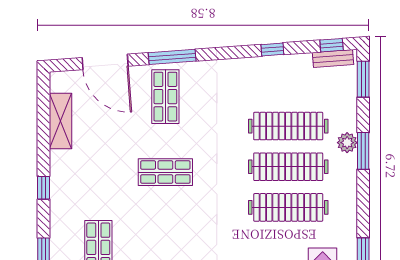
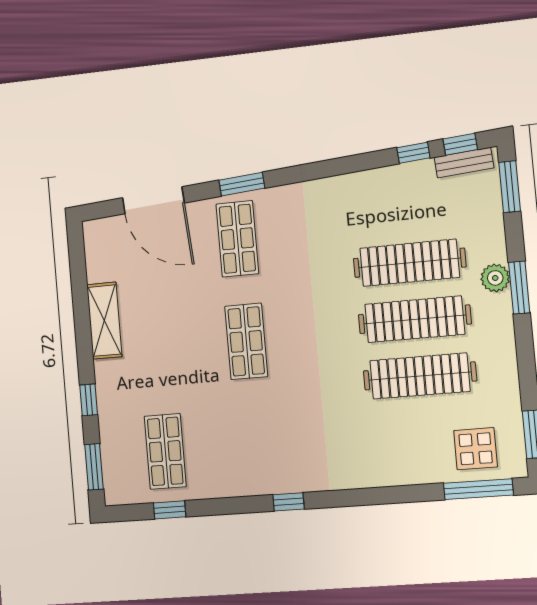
window: (272, 50) -> (413, 153), moved
window: (172, 57) -> (242, 184), width x0.69
shelving: (60, 121) -> (104, 321), moved
shop shelf: (165, 172) -> (246, 341), turned 90
window: (43, 188) -> (89, 400), moved

